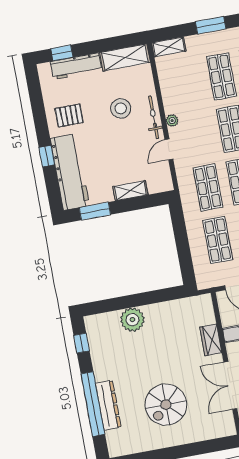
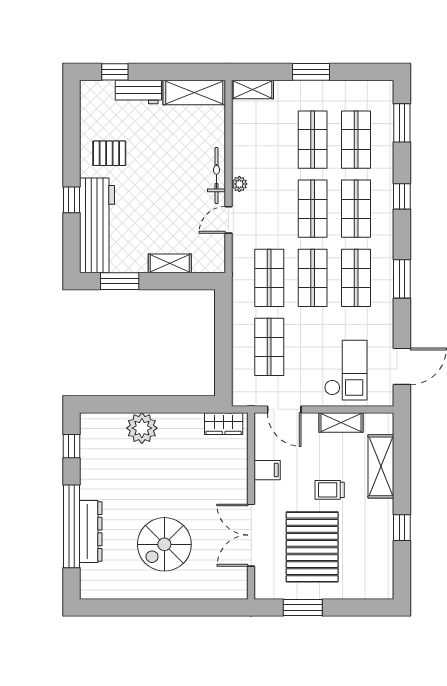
workbench: (76, 66) -> (138, 92), width x0.73
stool: (121, 108) -> (177, 156), removed
wardrobe: (211, 340) -> (224, 424), moved, turned -90

